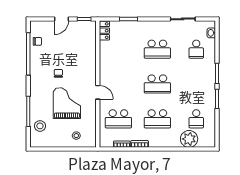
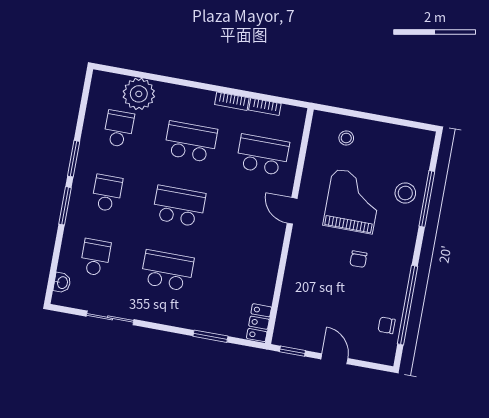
door: (61, 19) -> (334, 359), hinge flipped
school desk: (196, 84) -> (107, 193), added
grand piano: (67, 103) -> (353, 201), turned 180
stool: (40, 126) -> (405, 193), moved

